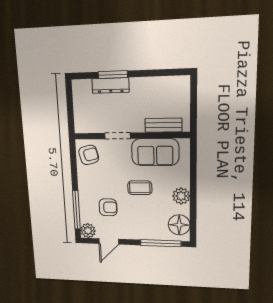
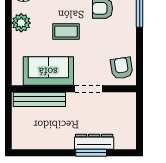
bench: (163, 125) -> (39, 99), width x1.36
armchair: (89, 155) -> (122, 68), turned 95

